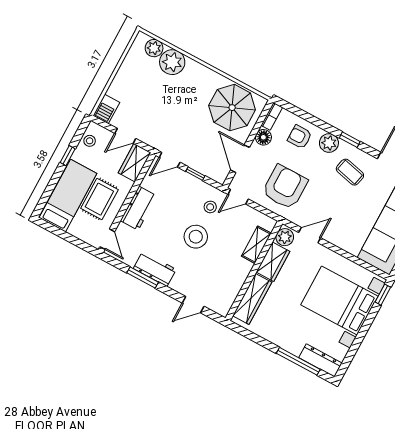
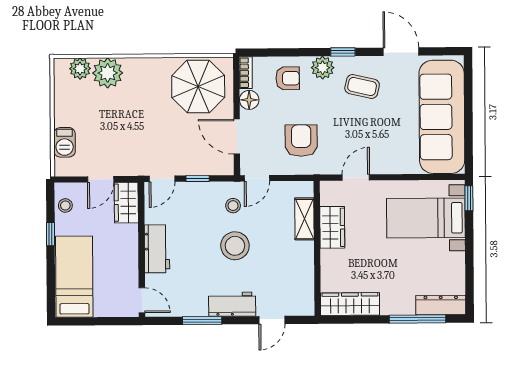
barbecue: (106, 109) -> (65, 142), moved
armchair: (300, 137) -> (288, 78), turned 180
armchair: (285, 187) -> (301, 141), width x0.73, depth x0.73
rug: (99, 199) -> (110, 262), removed
plant: (285, 237) -> (330, 194), removed
workbench: (155, 269) -> (232, 304), moved
wardrobe: (252, 299) -> (350, 304), moved, turned -90
bed with nightstands: (339, 300) -> (426, 218), width x0.73

